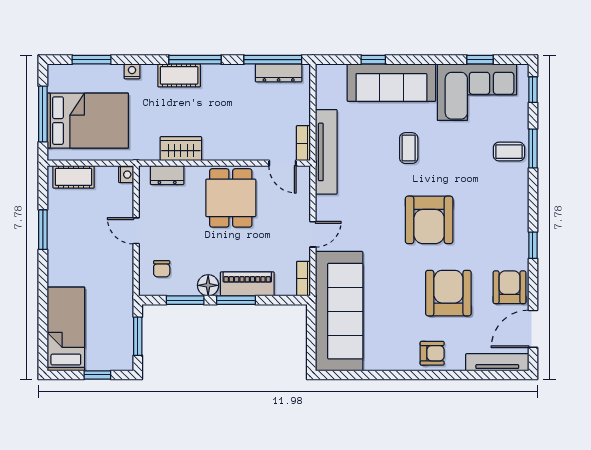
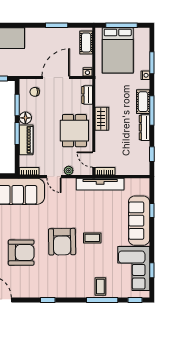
window: (92, 60) -> (152, 63), moved
window: (273, 60) -> (152, 154), width x0.46
dresser: (279, 73) -> (144, 128), moved
coffee table: (409, 148) -> (92, 238), moved
wardrobe: (181, 149) -> (102, 119), moved
window: (533, 149) -> (102, 300), width x1.44
door: (282, 163) -> (94, 160), hinge flipped
dining table: (231, 198) -> (74, 131), turned 90
plant: (302, 208) -> (69, 171), added
armchair: (429, 220) -> (62, 242), turned -91
door: (136, 231) -> (56, 78), width x1.87
armchair: (510, 287) -> (24, 287), removed

